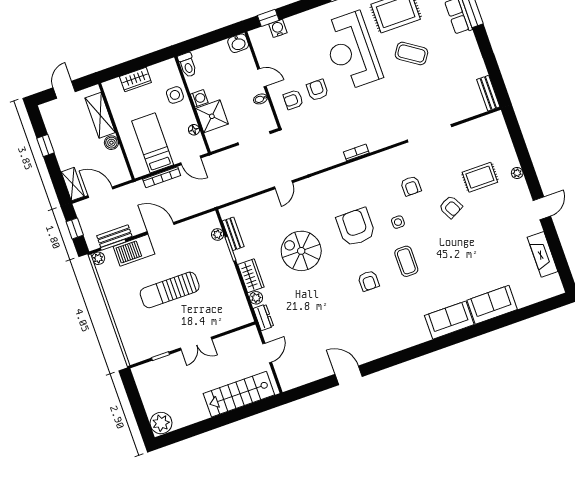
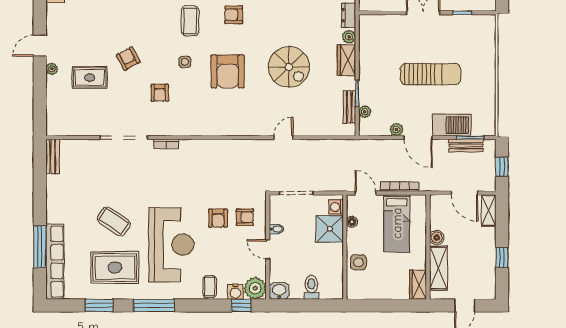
coffee table: (303, 25) -> (210, 287), added
plant: (261, 38) -> (255, 288), added
toilet: (187, 65) -> (311, 287), moved
wardrobe: (135, 80) -> (418, 285), moved, turned -90
washing machine: (199, 98) -> (336, 207), moved
bookcase: (356, 152) -> (166, 144), moved
armchair: (411, 186) -> (160, 93), turned 180
door: (542, 208) -> (40, 46), moved
plant: (98, 258) -> (396, 129), moved
armchair: (369, 281) -> (234, 15), turned -90

